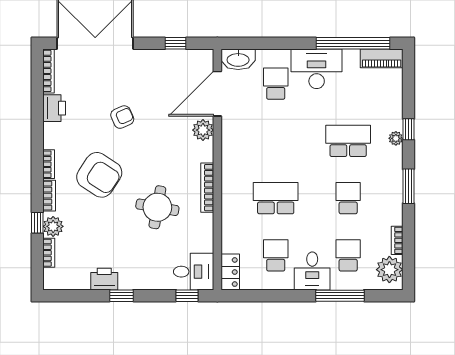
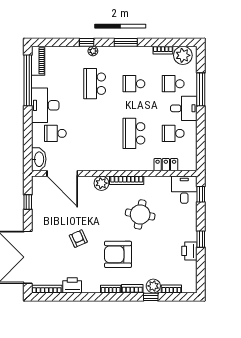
plant: (203, 130) -> (101, 183), moved
armchair: (99, 175) -> (118, 254), turned -123
locker: (230, 272) -> (166, 165), moved

